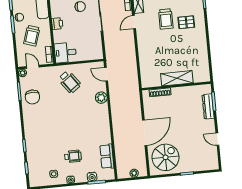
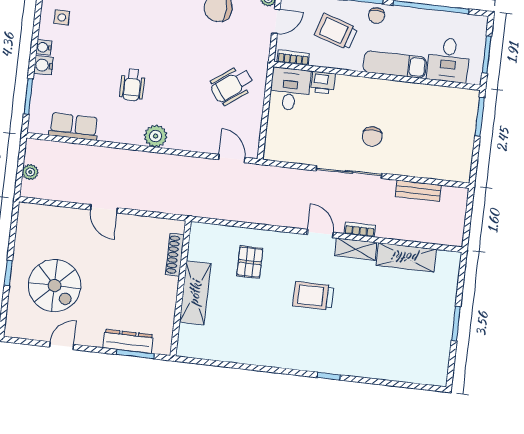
pallet: (186, 22) -> (250, 262), moved
printer: (57, 24) -> (323, 83), moved
door: (106, 74) -> (232, 159), hinge flipped
plant: (101, 98) -> (156, 136), moved
door: (145, 133) -> (104, 209), width x0.53
wheelchair: (73, 156) -> (132, 85), moved
spiral stairs: (166, 157) -> (55, 286), moved
water cooler: (92, 177) -> (43, 65), moved

